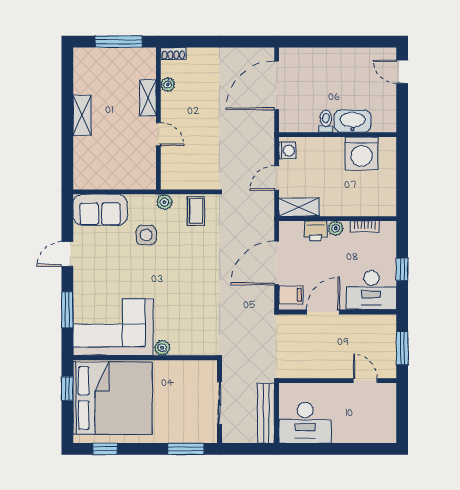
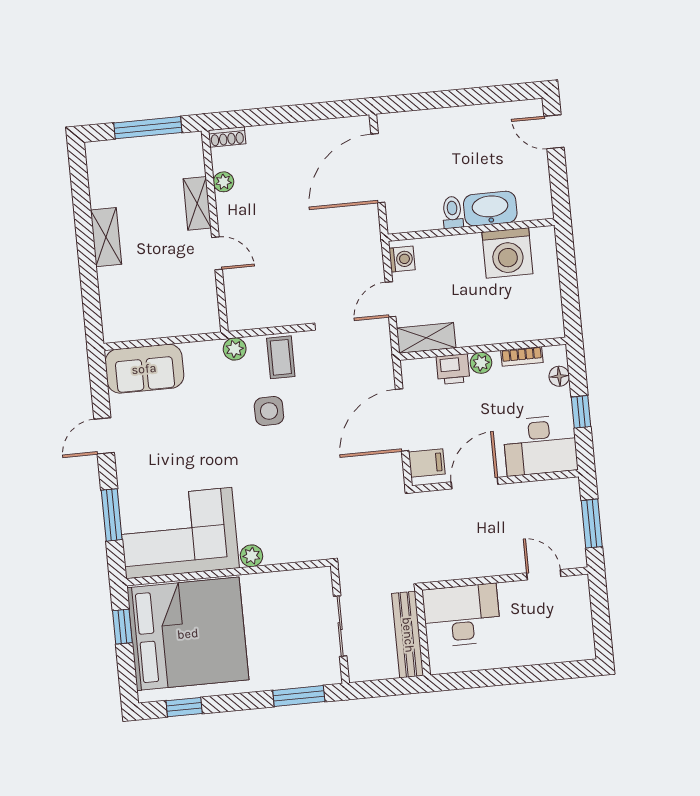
side table: (146, 235) -> (269, 411), moved
floor lamp: (389, 243) -> (559, 376), added
desk: (305, 423) -> (462, 615), moved, turned 180

